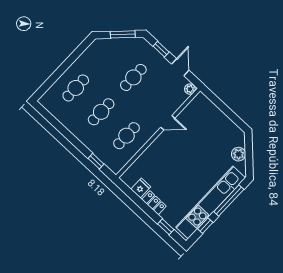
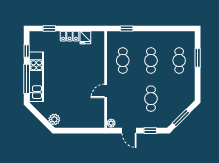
window: (57, 75) -> (198, 58), added
plant: (239, 154) -> (54, 119), moved
kitchen unit: (211, 202) -> (36, 77), width x0.73

